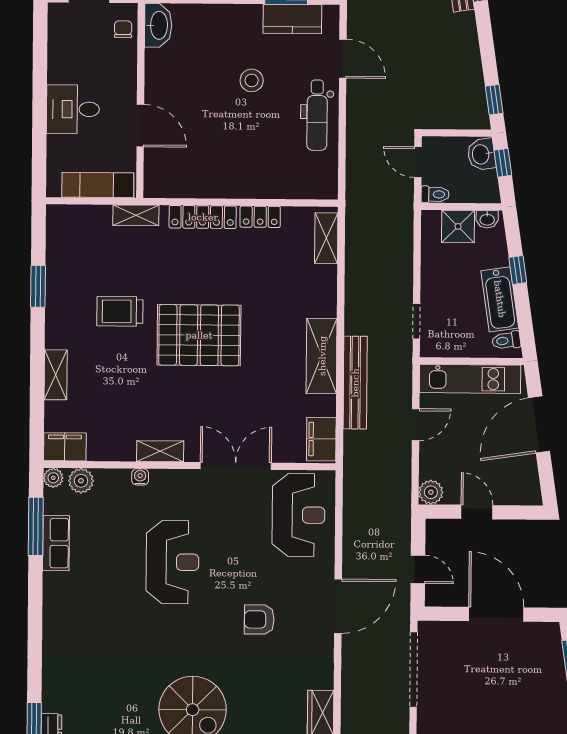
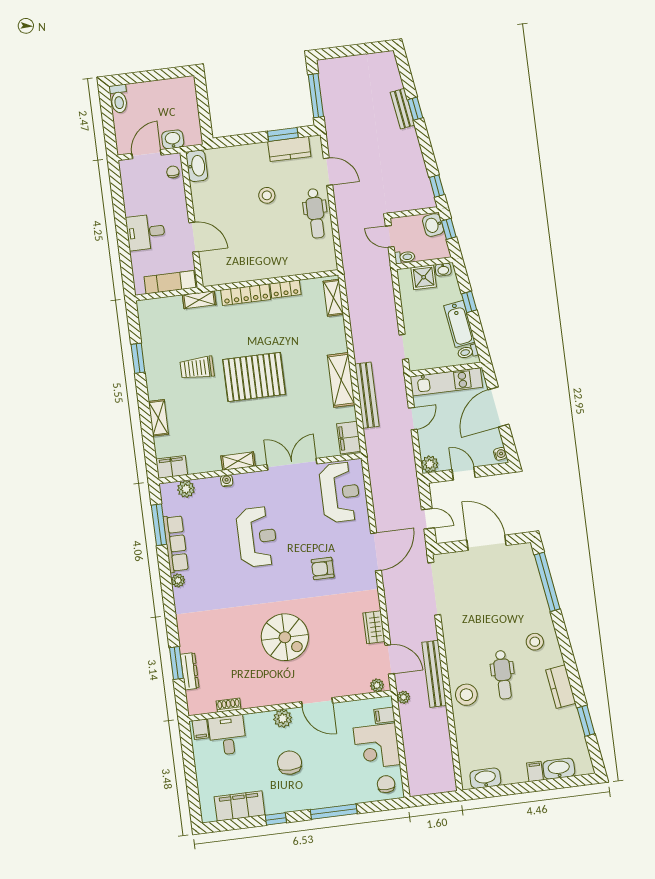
plant: (53, 478) -> (178, 580), moved
water cooler: (533, 491) -> (500, 454), added
row of seats: (56, 543) -> (176, 544), width x1.48

